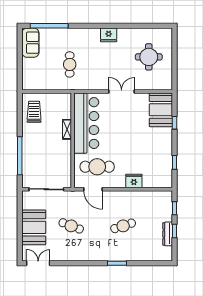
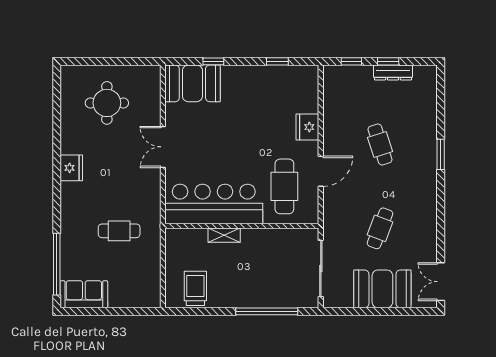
trolley: (34, 112) -> (195, 288), turned 90
door: (93, 189) -> (321, 171), moved

